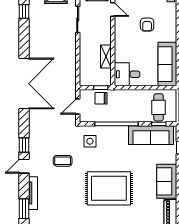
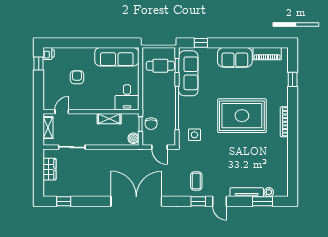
armchair: (147, 25) -> (77, 77), turned -90
boiler: (86, 81) -> (133, 138), added
coffee table: (63, 161) -> (196, 181), moved
rug: (109, 188) -> (242, 116), turned 90
plant: (33, 215) -> (269, 192), added

